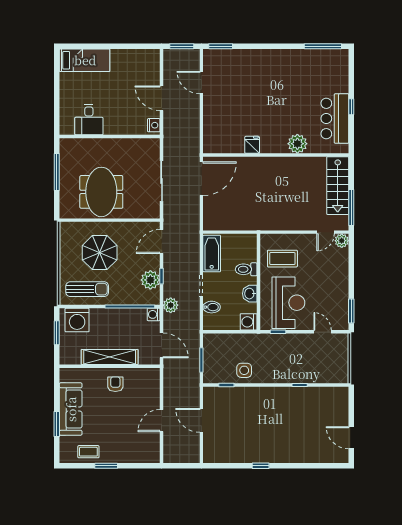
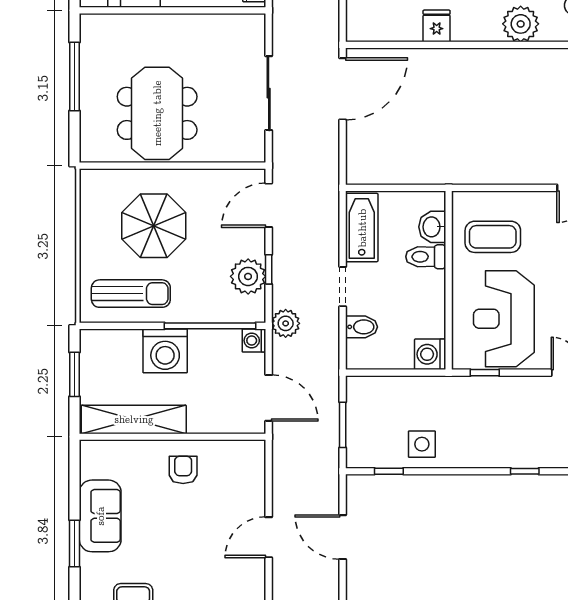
washbasin: (250, 294) -> (432, 227), moved
reception desk: (288, 303) -> (504, 319), turned 180
washing machine: (77, 320) -> (165, 351), moved
shelving: (110, 357) -> (134, 419), moved
sofa: (71, 409) -> (100, 516), width x0.73

